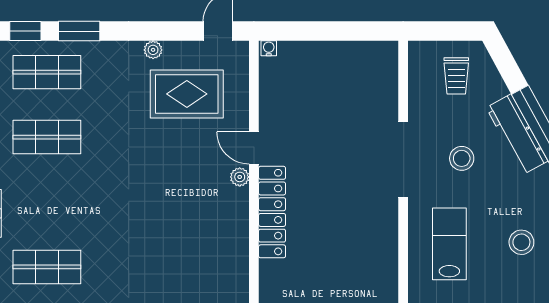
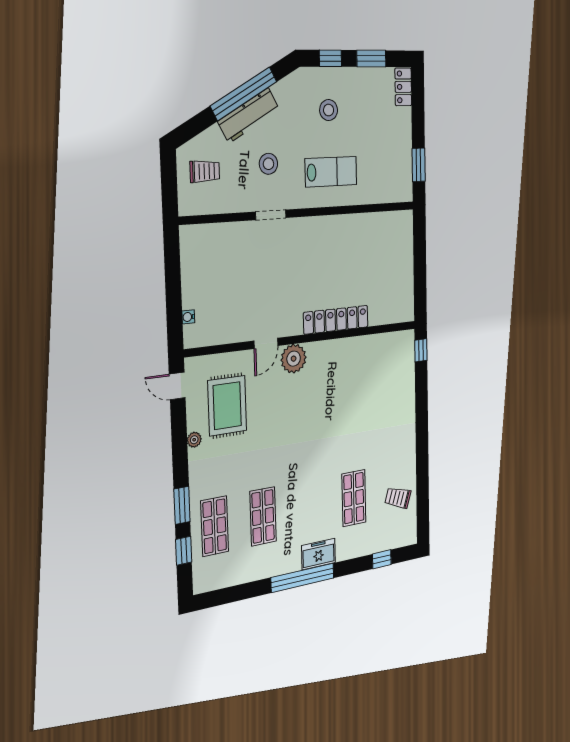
water cooler: (269, 48) -> (188, 317), moved
doorway: (403, 159) -> (271, 215), width x0.53
plant: (240, 177) -> (294, 359), width x1.88, depth x1.88
locker: (272, 212) -> (336, 320), moved
lab bench: (449, 244) -> (331, 172), turned 180

